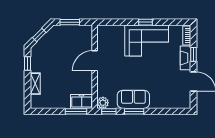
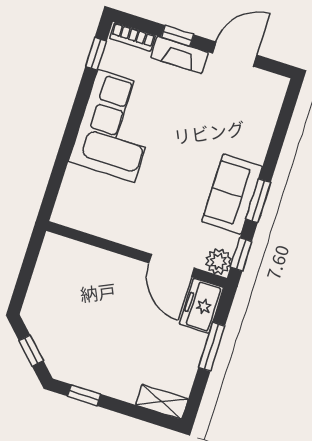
window: (70, 22) -> (25, 277), removed
window: (145, 22) -> (96, 54), moved
door: (95, 61) -> (172, 265), moved
shelving: (35, 84) -> (162, 402), moved
window: (76, 111) -> (212, 347), moved

